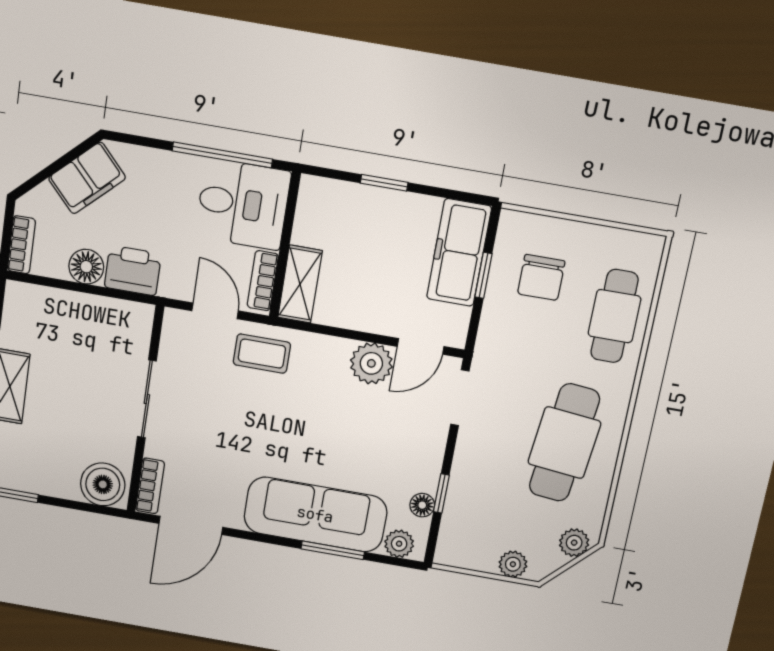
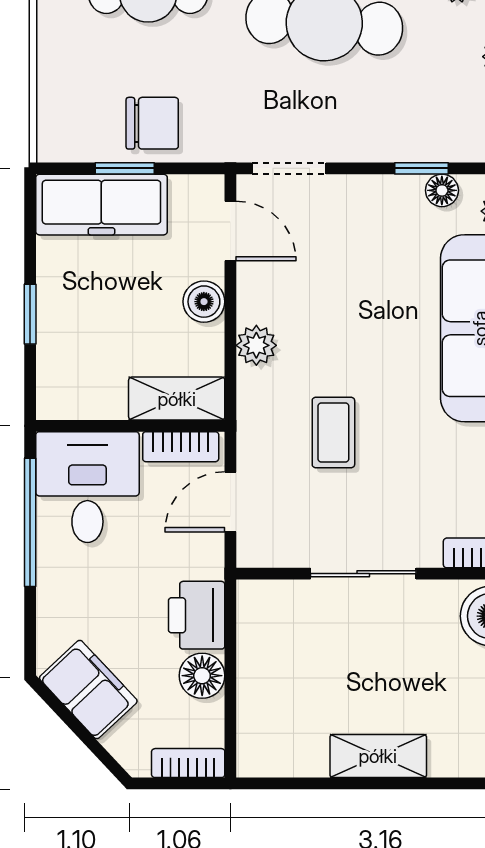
chair: (541, 277) -> (152, 123), moved
boiler: (370, 317) -> (204, 302), added
coffee table: (262, 354) -> (333, 432), moved
plant: (371, 363) -> (256, 345), moved, width x0.73, depth x0.73

